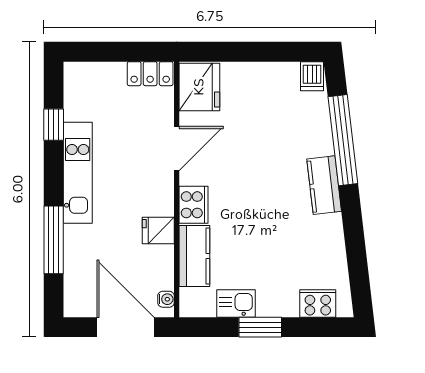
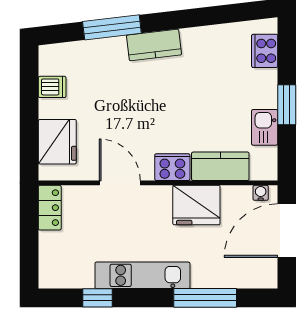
dishwasher: (312, 76) -> (52, 87), moved
fridge: (199, 87) -> (57, 142), moved, turned 90
window: (343, 140) -> (112, 27), width x0.68
fridge: (158, 231) -> (196, 205), width x1.88, depth x1.34

